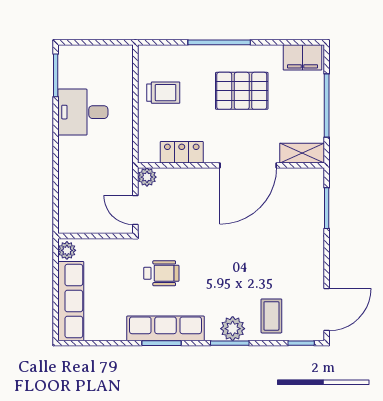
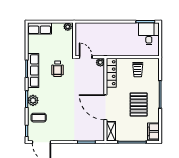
desk: (83, 112) -> (149, 34), moved
locker: (182, 152) -> (111, 73), width x1.53
door: (135, 210) -> (86, 57), hinge flipped
row of seats: (71, 301) -> (40, 28), width x0.68

